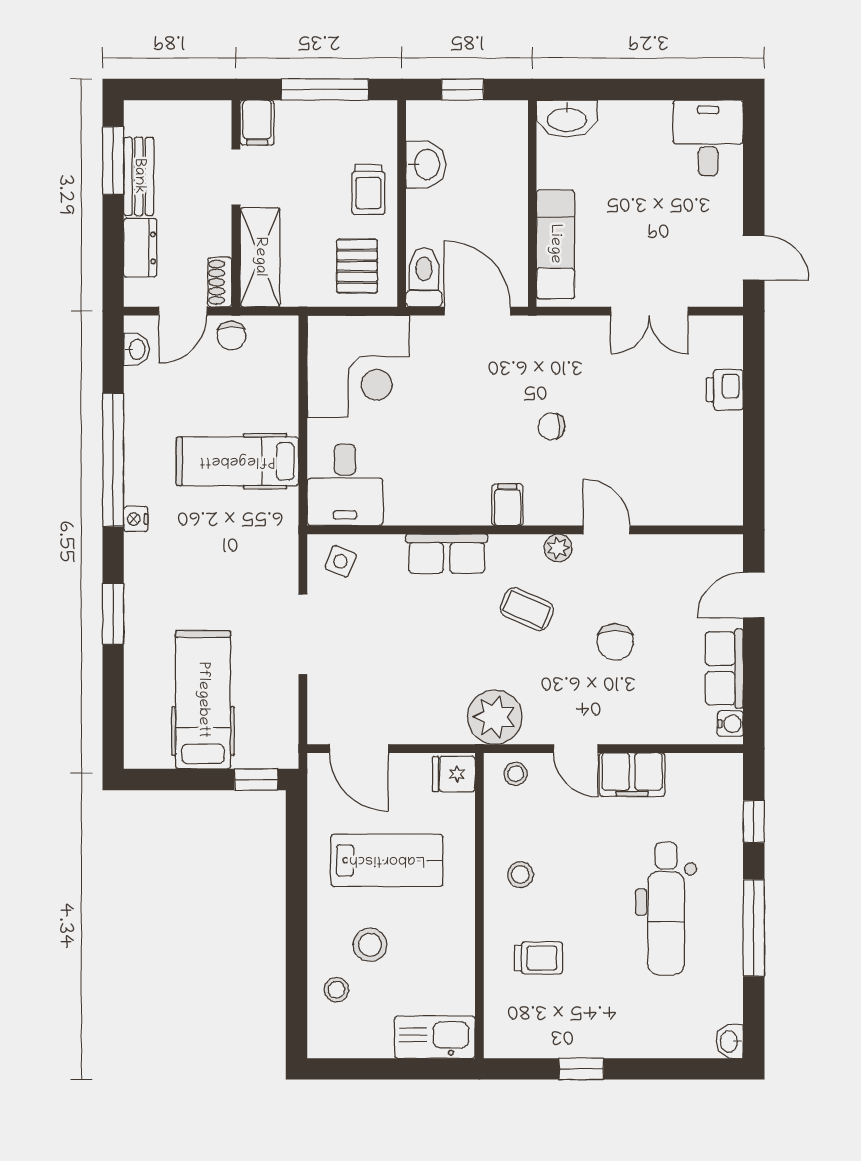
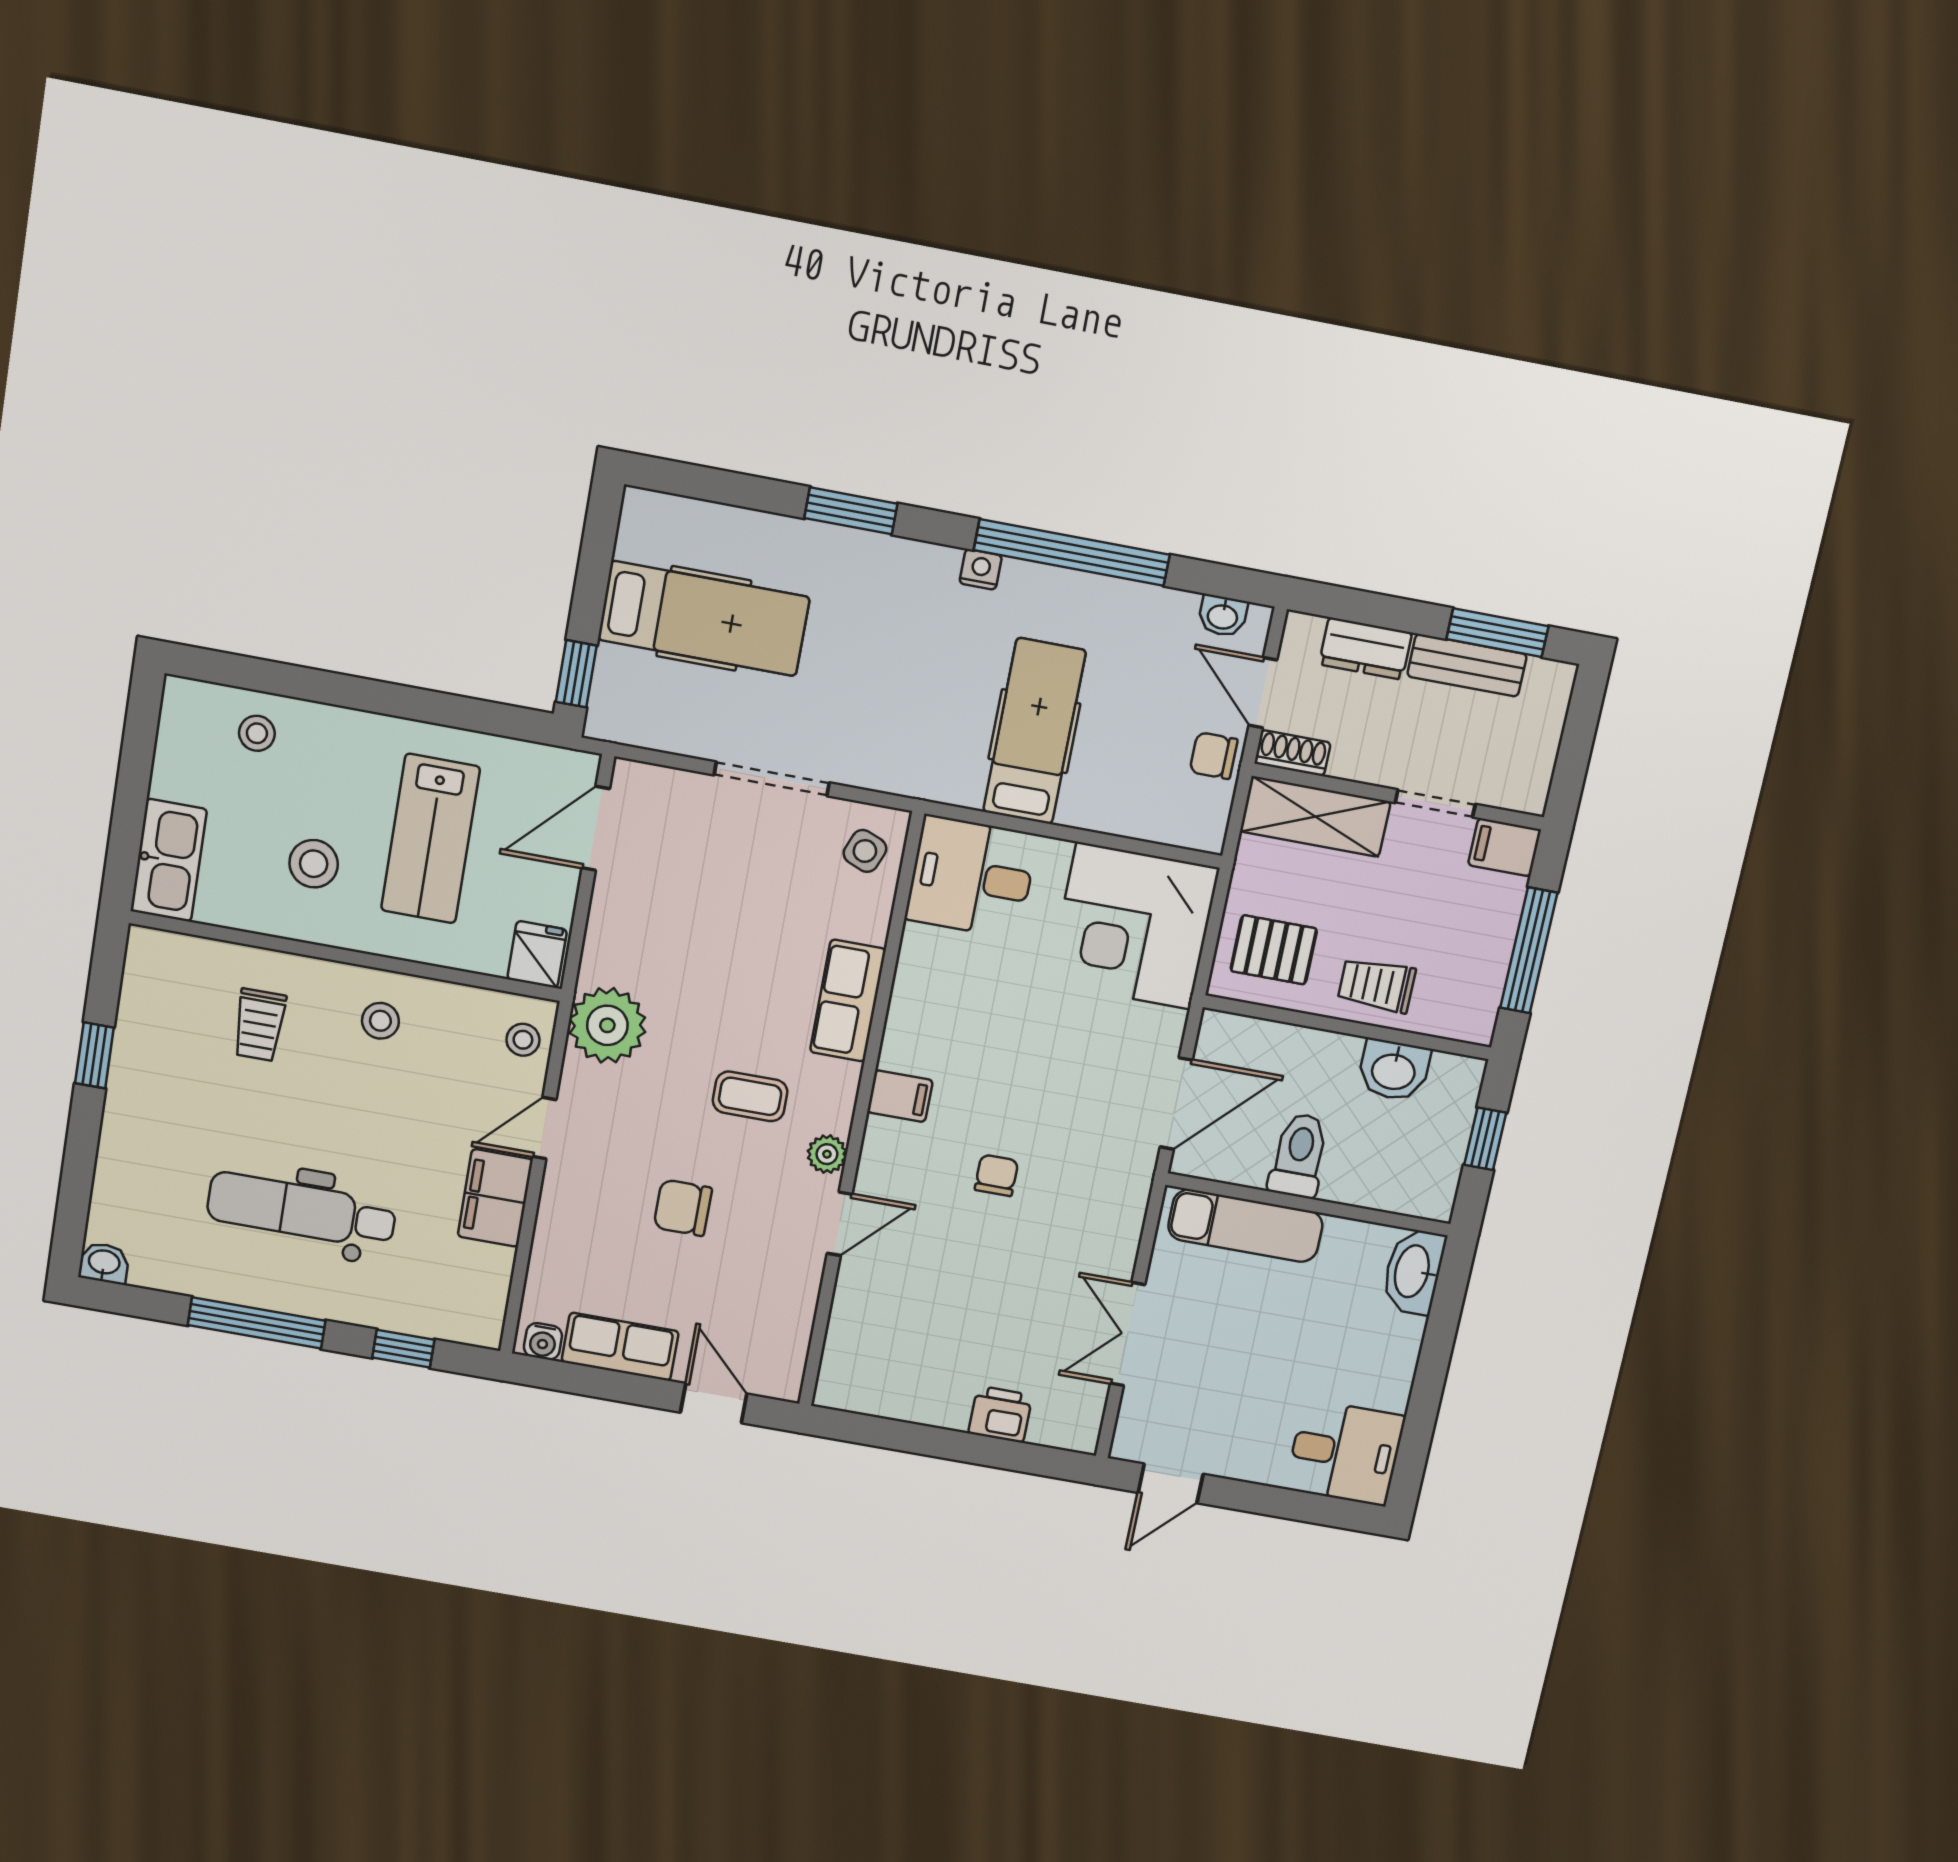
toilet: (424, 277) -> (1299, 1155), moved, turned -90
coffee table: (527, 609) -> (750, 1096), turned 66
stool: (370, 945) -> (314, 864), moved

